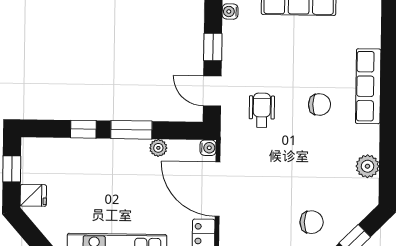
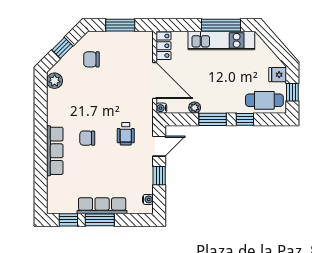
door: (212, 91) -> (159, 146), hinge flipped
cafe table: (54, 157) -> (264, 100), added
plant: (367, 166) -> (55, 81), moved

